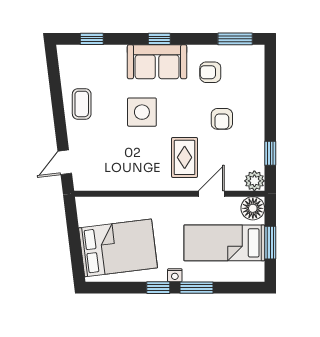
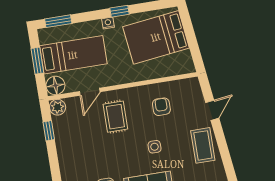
coffee table: (82, 104) -> (203, 145), width x1.36, depth x1.30
side table: (142, 112) -> (155, 147), width x0.54, depth x0.54
armchair: (222, 119) -> (161, 107), moved
door: (65, 162) -> (212, 110), moved
window: (196, 288) -> (58, 21), moved

